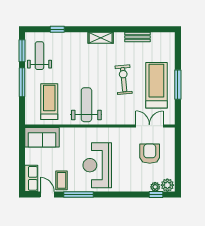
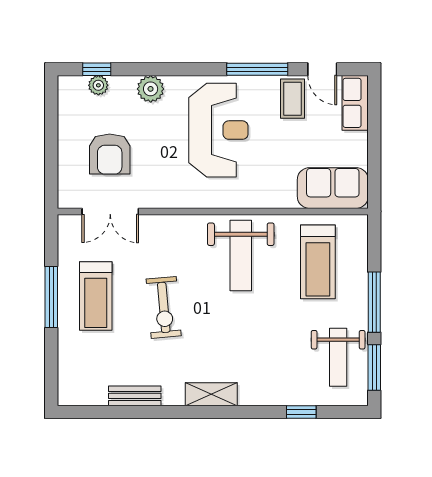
treadmill: (156, 85) -> (96, 296), width x0.73, depth x0.73
plant: (167, 185) -> (151, 89), moved

